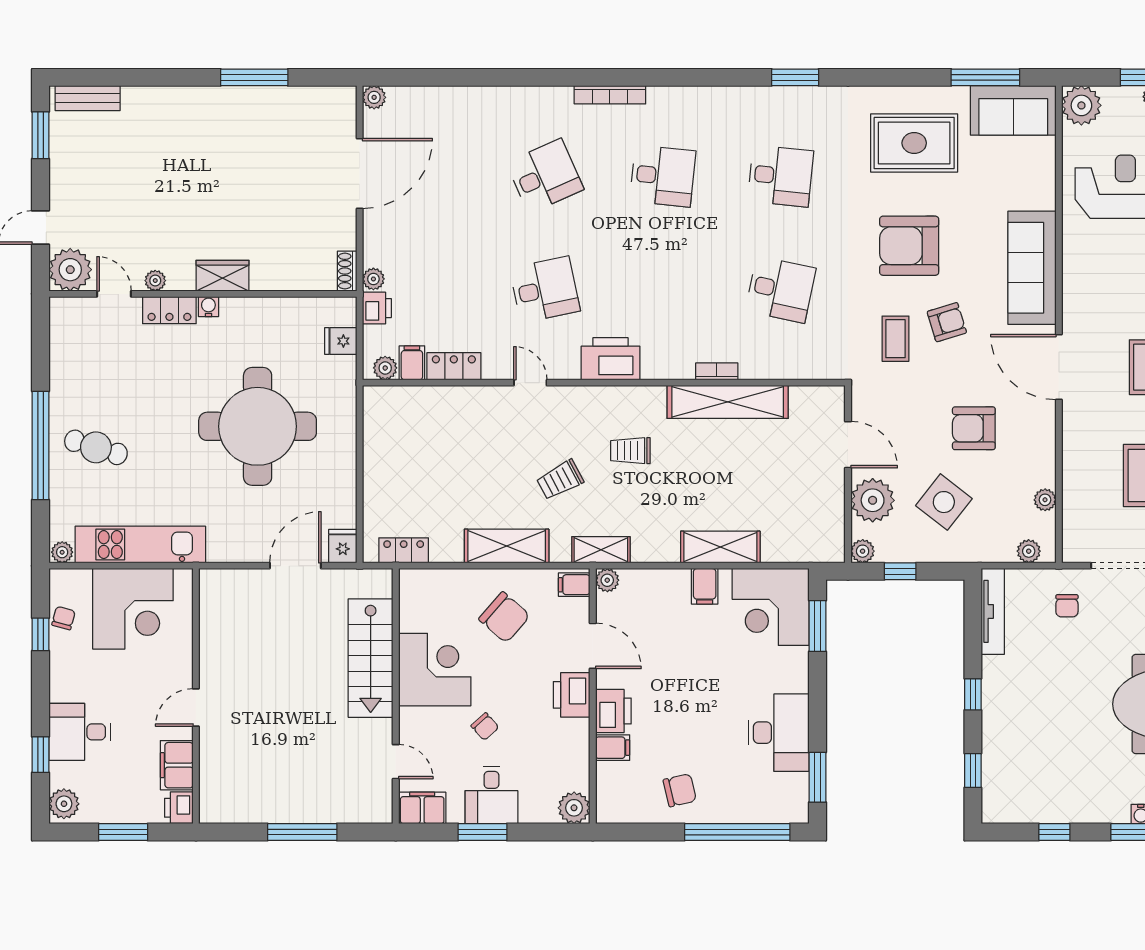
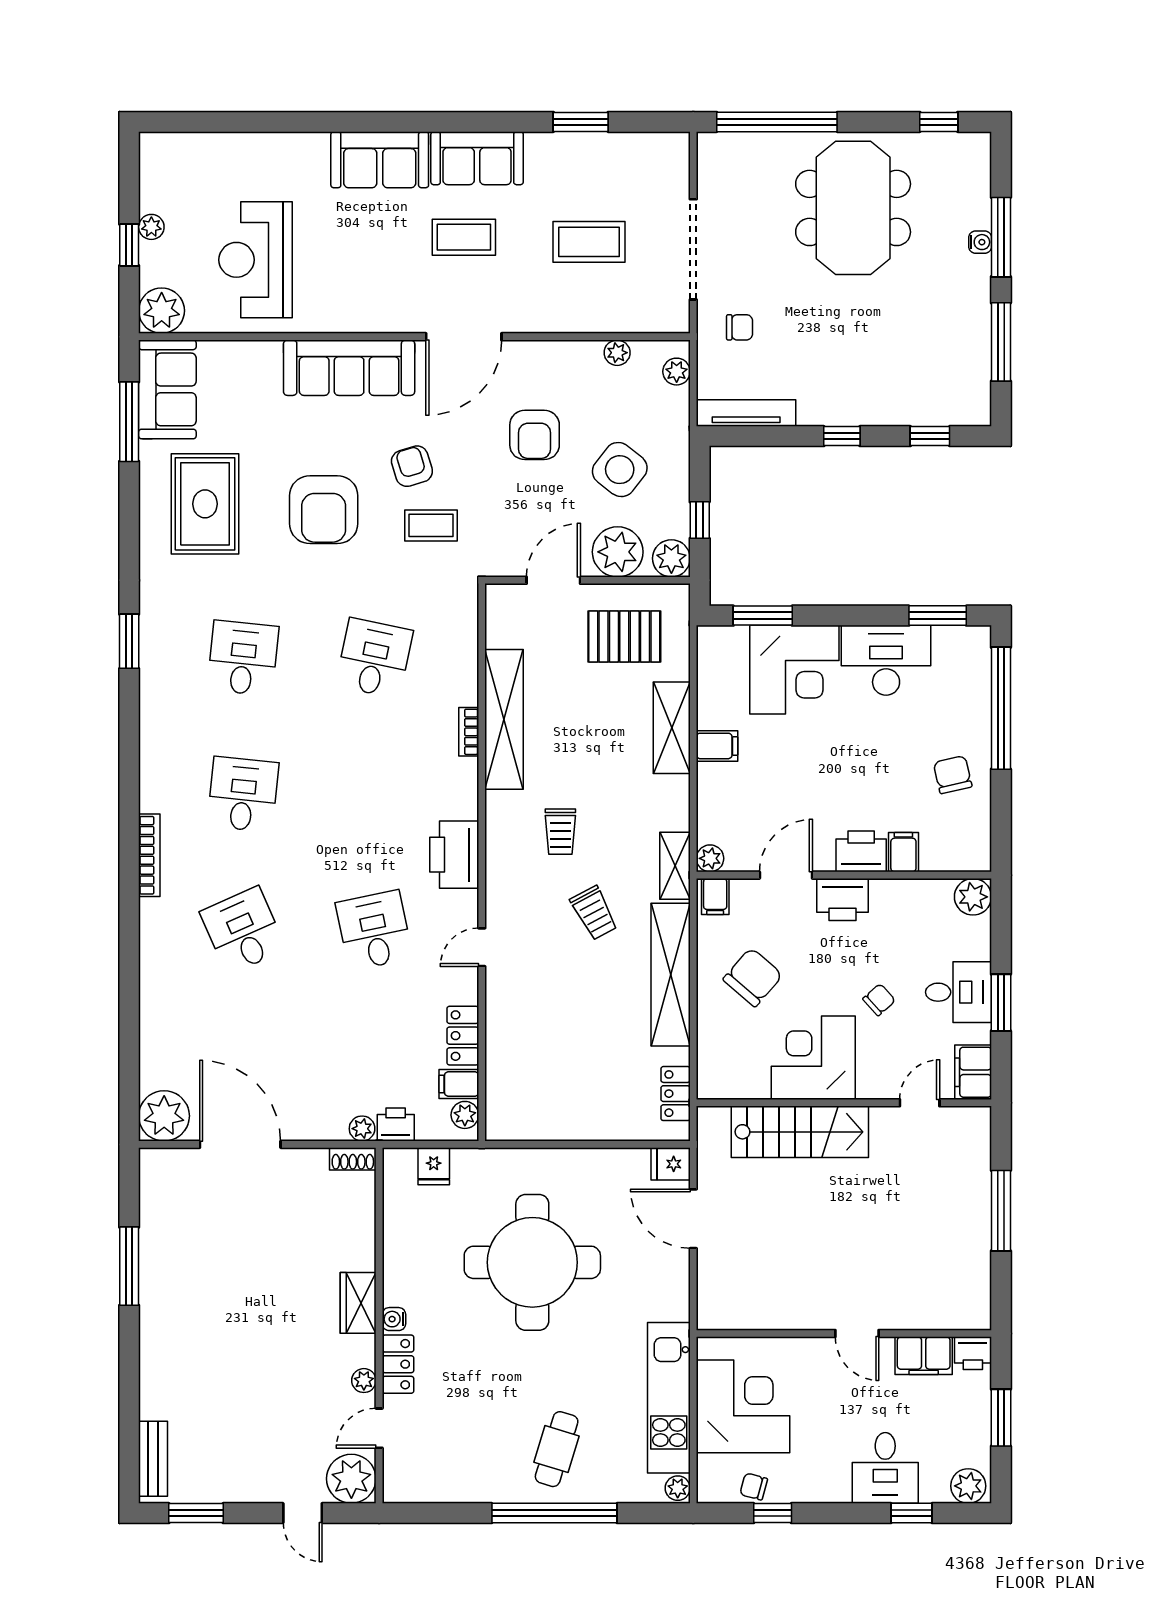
plant: (374, 97) -> (164, 1116), width x1.88, depth x1.88
pallet: (799, 506) -> (624, 637), added
shelving: (507, 546) -> (671, 975), width x1.47
plant: (863, 551) -> (671, 558), width x1.38, depth x1.38
corner desk: (771, 607) -> (794, 670), moved
window: (1054, 832) -> (1001, 342), width x2.17

